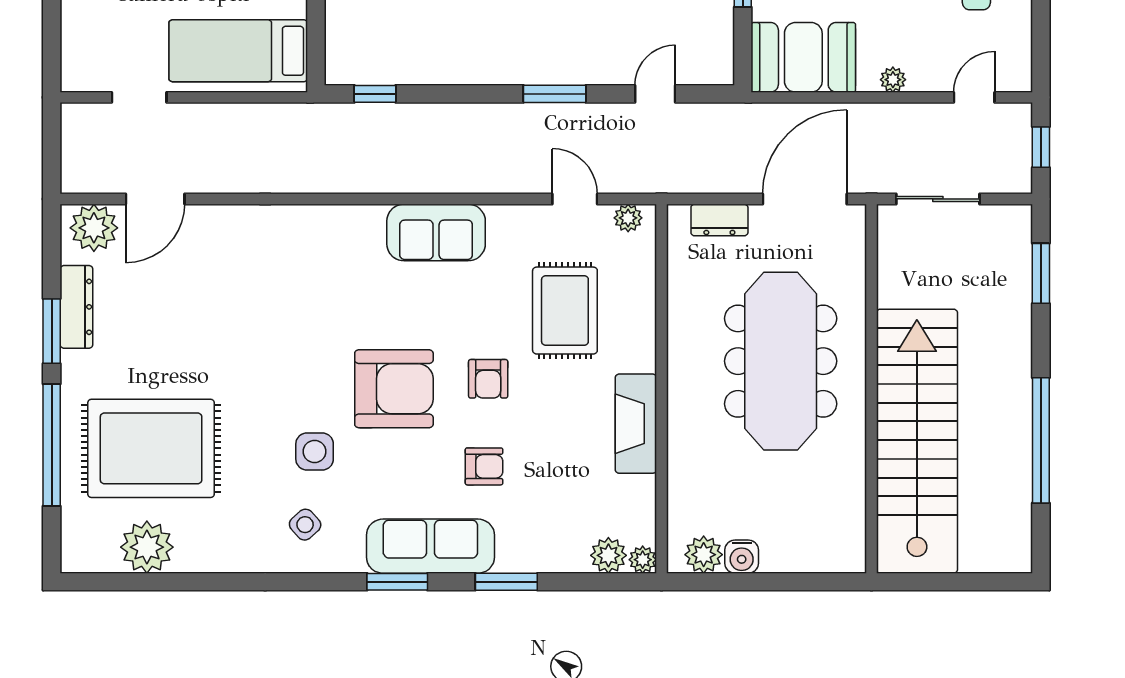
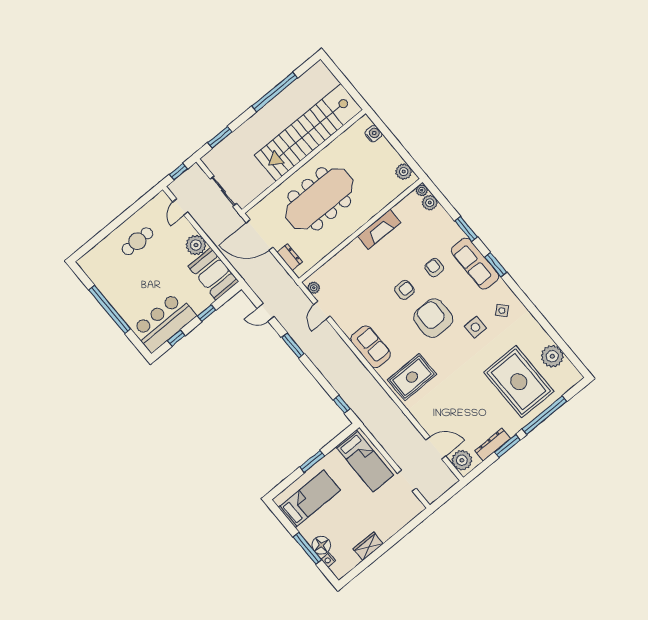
plant: (893, 80) -> (196, 245), width x1.87, depth x1.87
door: (974, 97) -> (180, 207), hinge flipped
rug: (565, 311) -> (412, 377), moved
water cooler: (742, 557) -> (373, 134), moved

